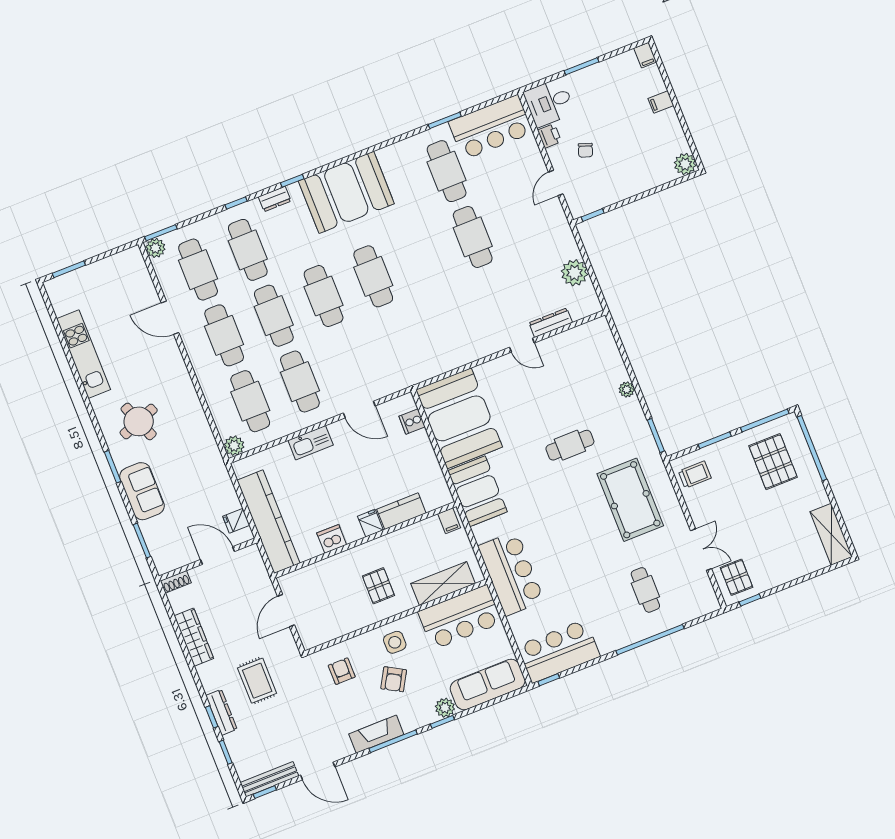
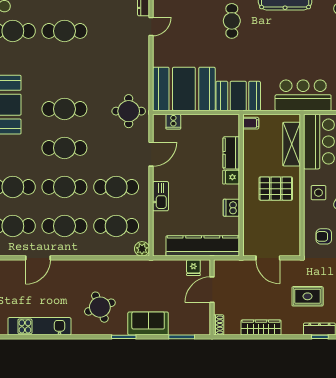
round table: (403, 359) -> (129, 111), added
pallet: (378, 586) -> (276, 189), width x1.50, depth x1.42

